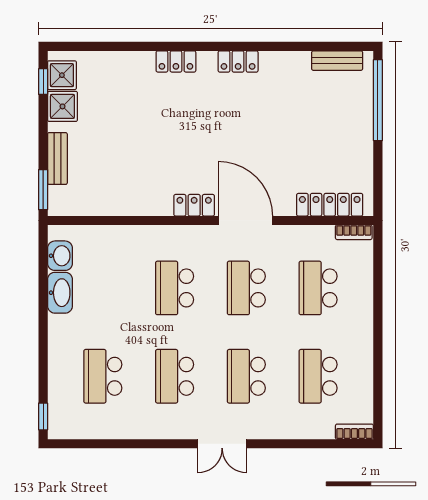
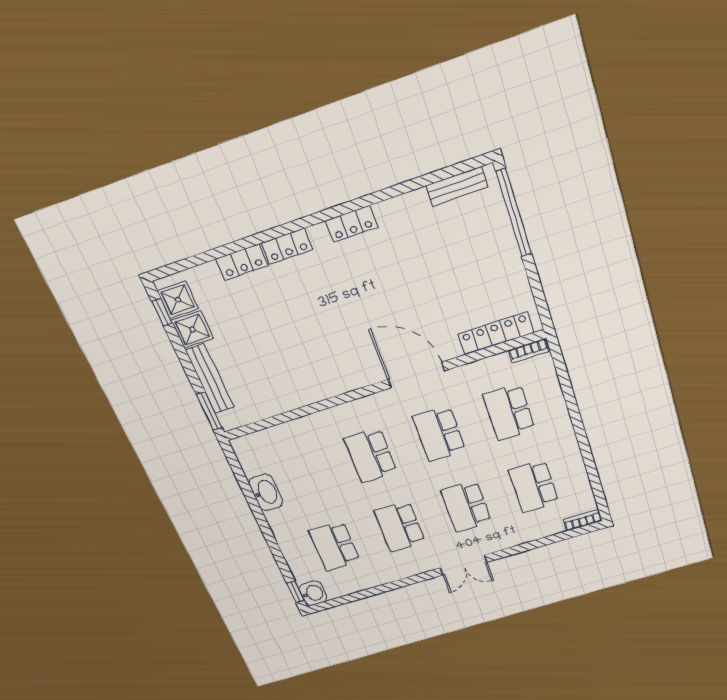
bench: (57, 159) -> (210, 379), width x1.36
locker: (194, 205) -> (242, 262), moved, turned 180
washbasin: (60, 256) -> (313, 593), moved

